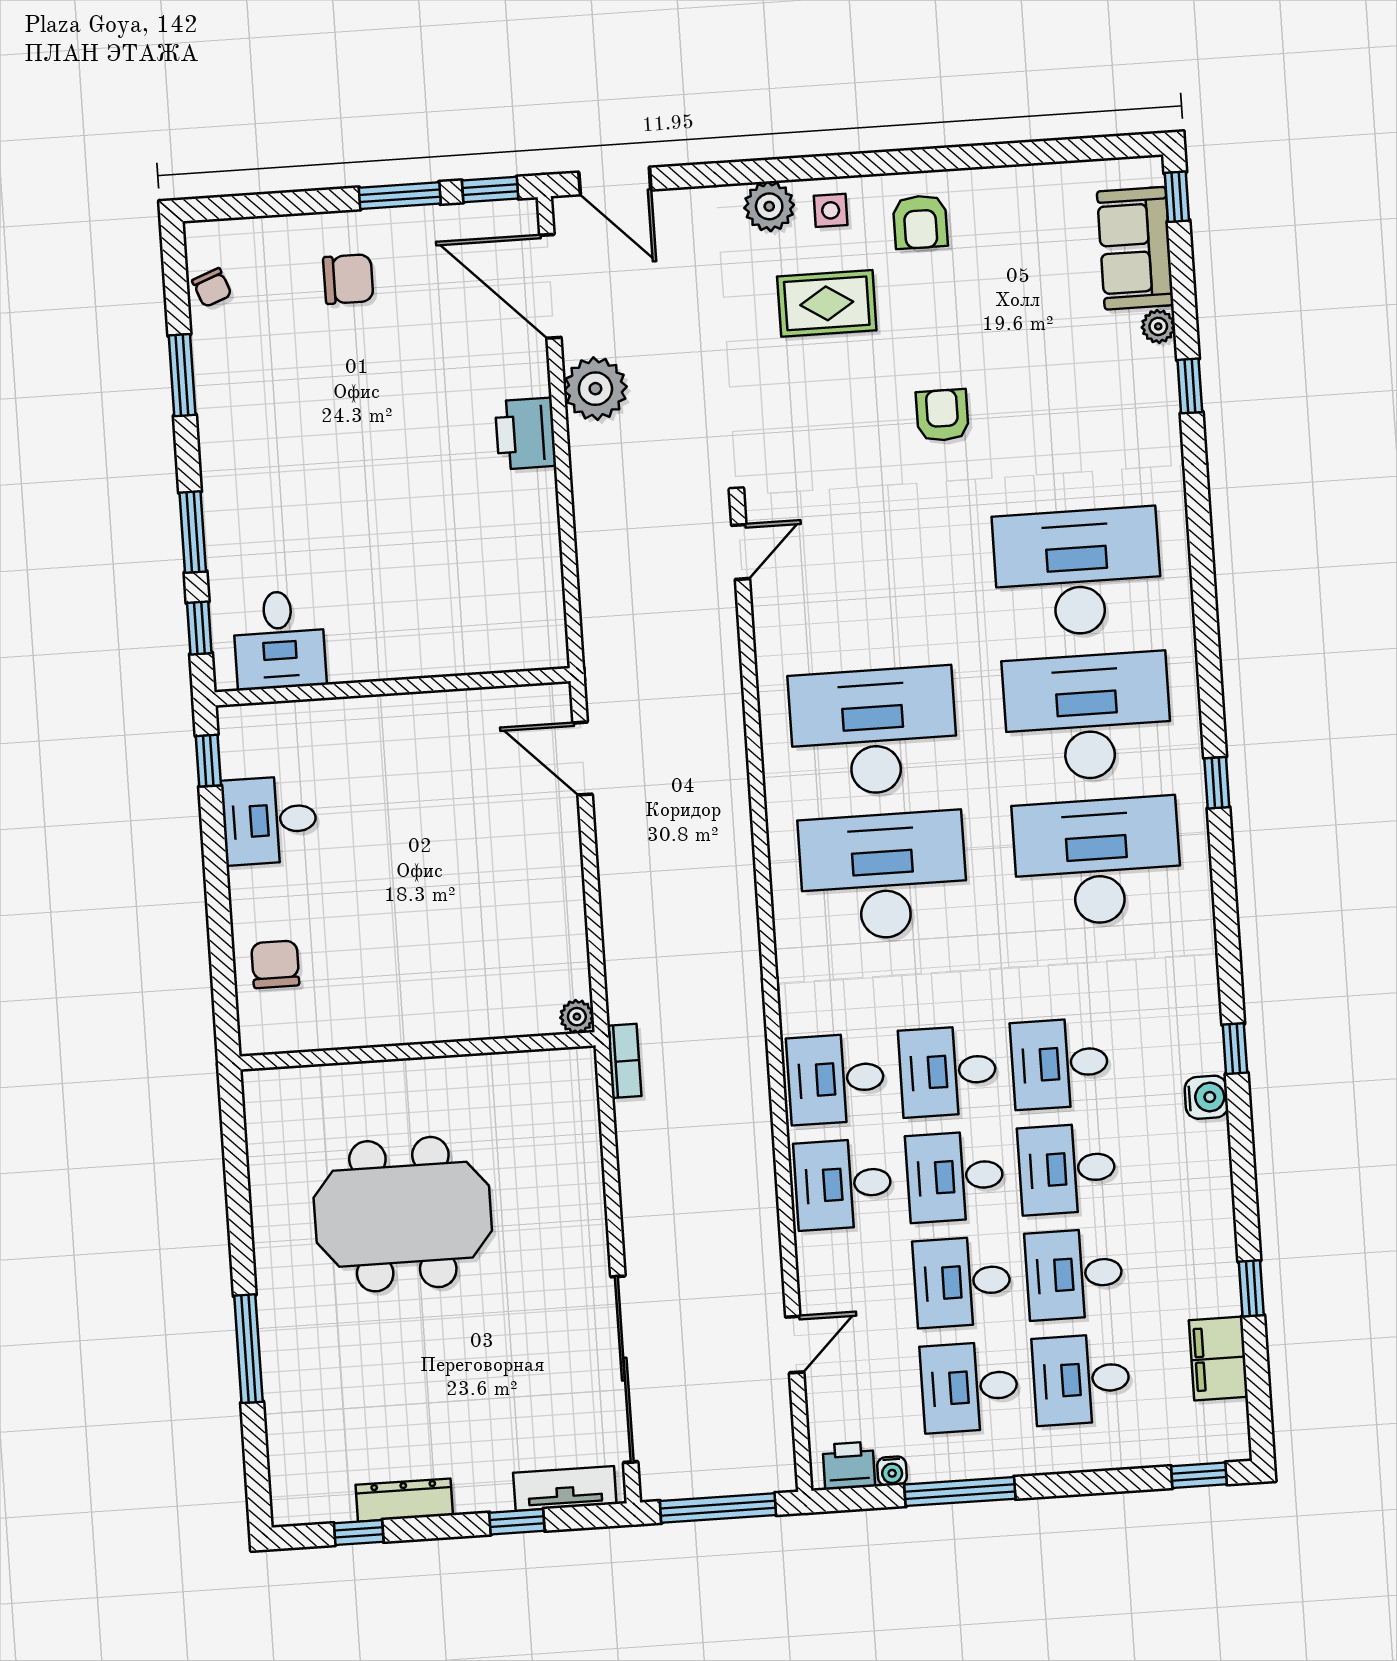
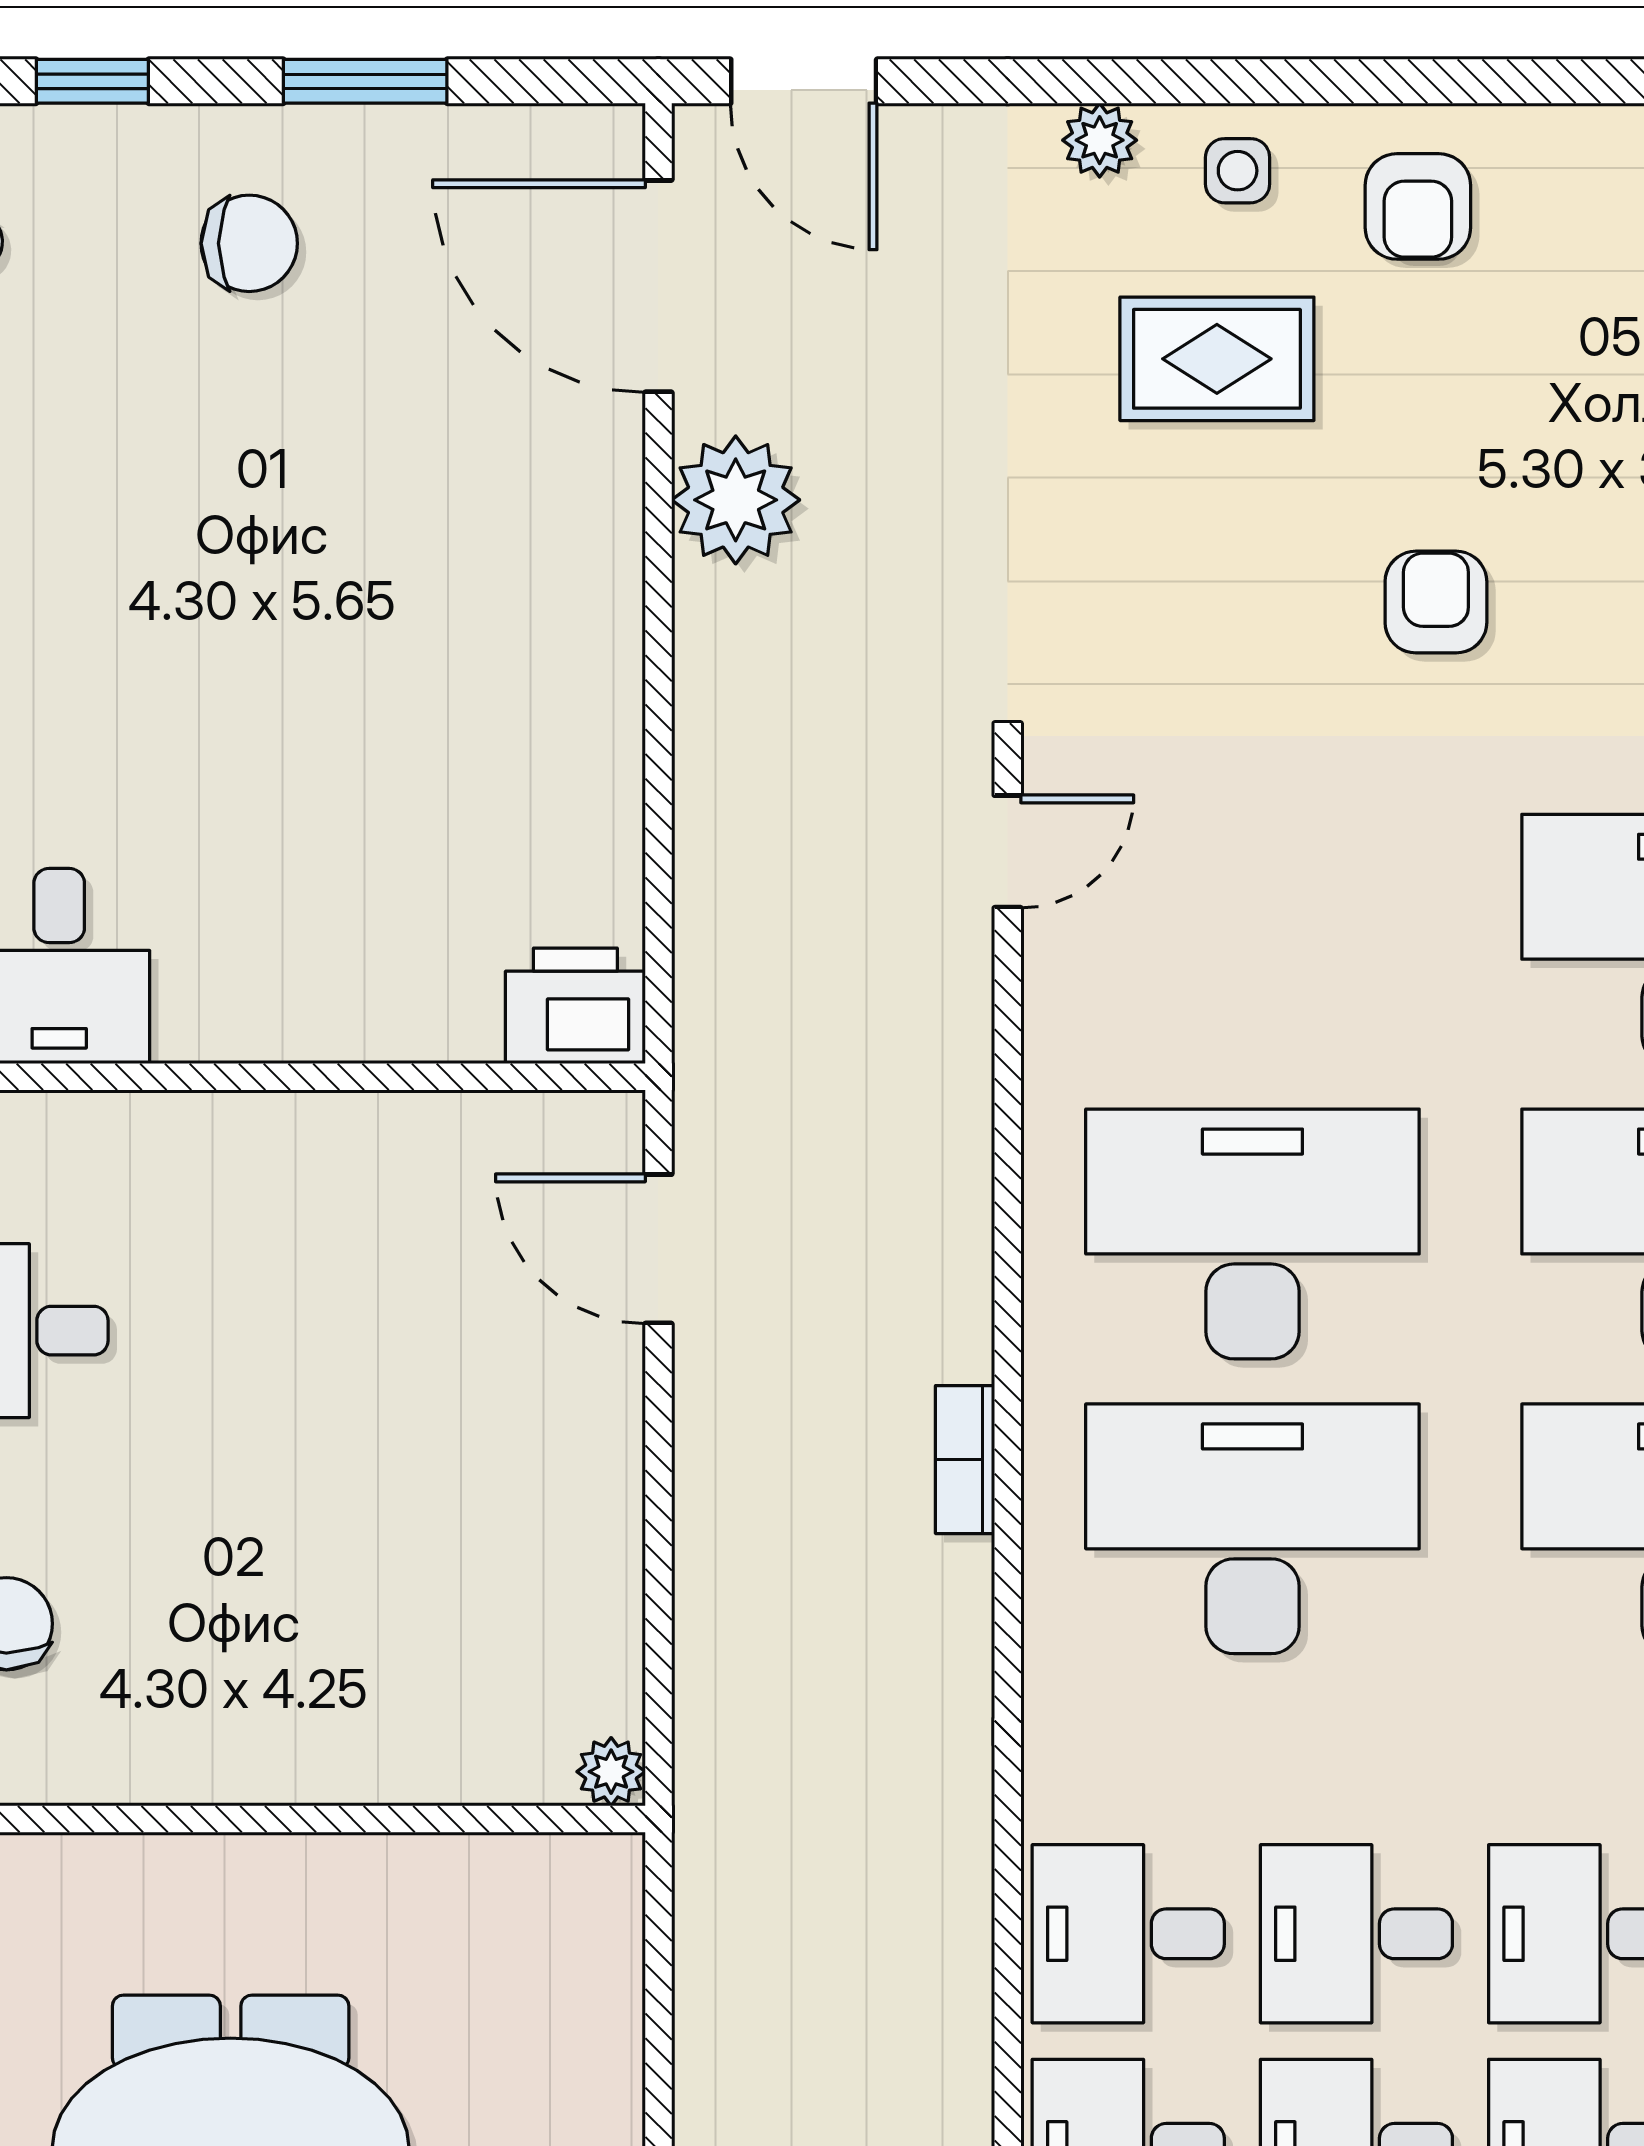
window: (490, 190) -> (92, 81), moved
plant: (769, 206) -> (1100, 140), width x0.73, depth x0.73
printer: (525, 434) -> (575, 1006), moved, turned 90
bookcase: (624, 1061) -> (965, 1460), moved, turned 180

